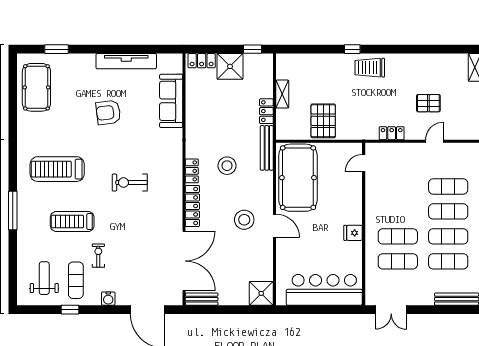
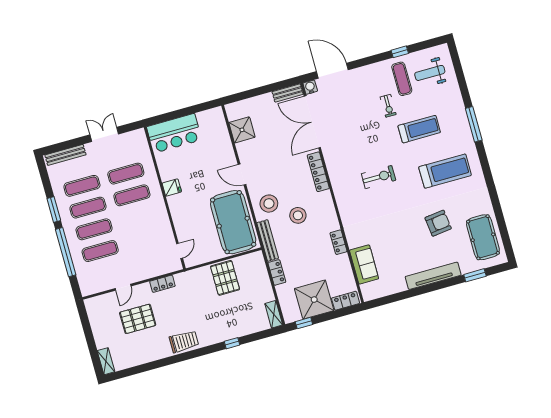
window: (352, 49) -> (232, 343), moved
tv unit: (126, 61) -> (433, 276), moved
shower: (230, 66) -> (314, 300), width x1.37, depth x1.37
trolley: (370, 68) -> (184, 342), moved
shelving: (282, 94) -> (274, 314), moved
sofa: (171, 101) -> (364, 264), width x0.73
pallet: (428, 103) -> (138, 319), width x1.50, depth x1.42
armchair: (108, 112) -> (438, 223), moved
locker: (192, 171) -> (338, 242), moved
stool: (244, 220) -> (269, 204), moved
weight bench: (44, 278) -> (430, 73), turned 90
bar counter: (324, 290) -> (174, 133), width x0.73
shower: (261, 293) -> (242, 130), moved
water cooler: (108, 299) -> (310, 87), moved
double door: (391, 310) -> (104, 134), moved

